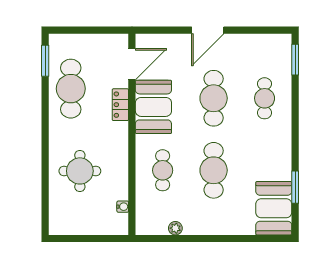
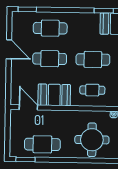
door: (208, 30) -> (9, 49), moved
cafe table: (265, 98) -> (50, 28), width x1.37, depth x1.35
locker: (120, 105) -> (53, 115), removed
round table: (80, 171) -> (92, 140), width x1.36, depth x1.36

